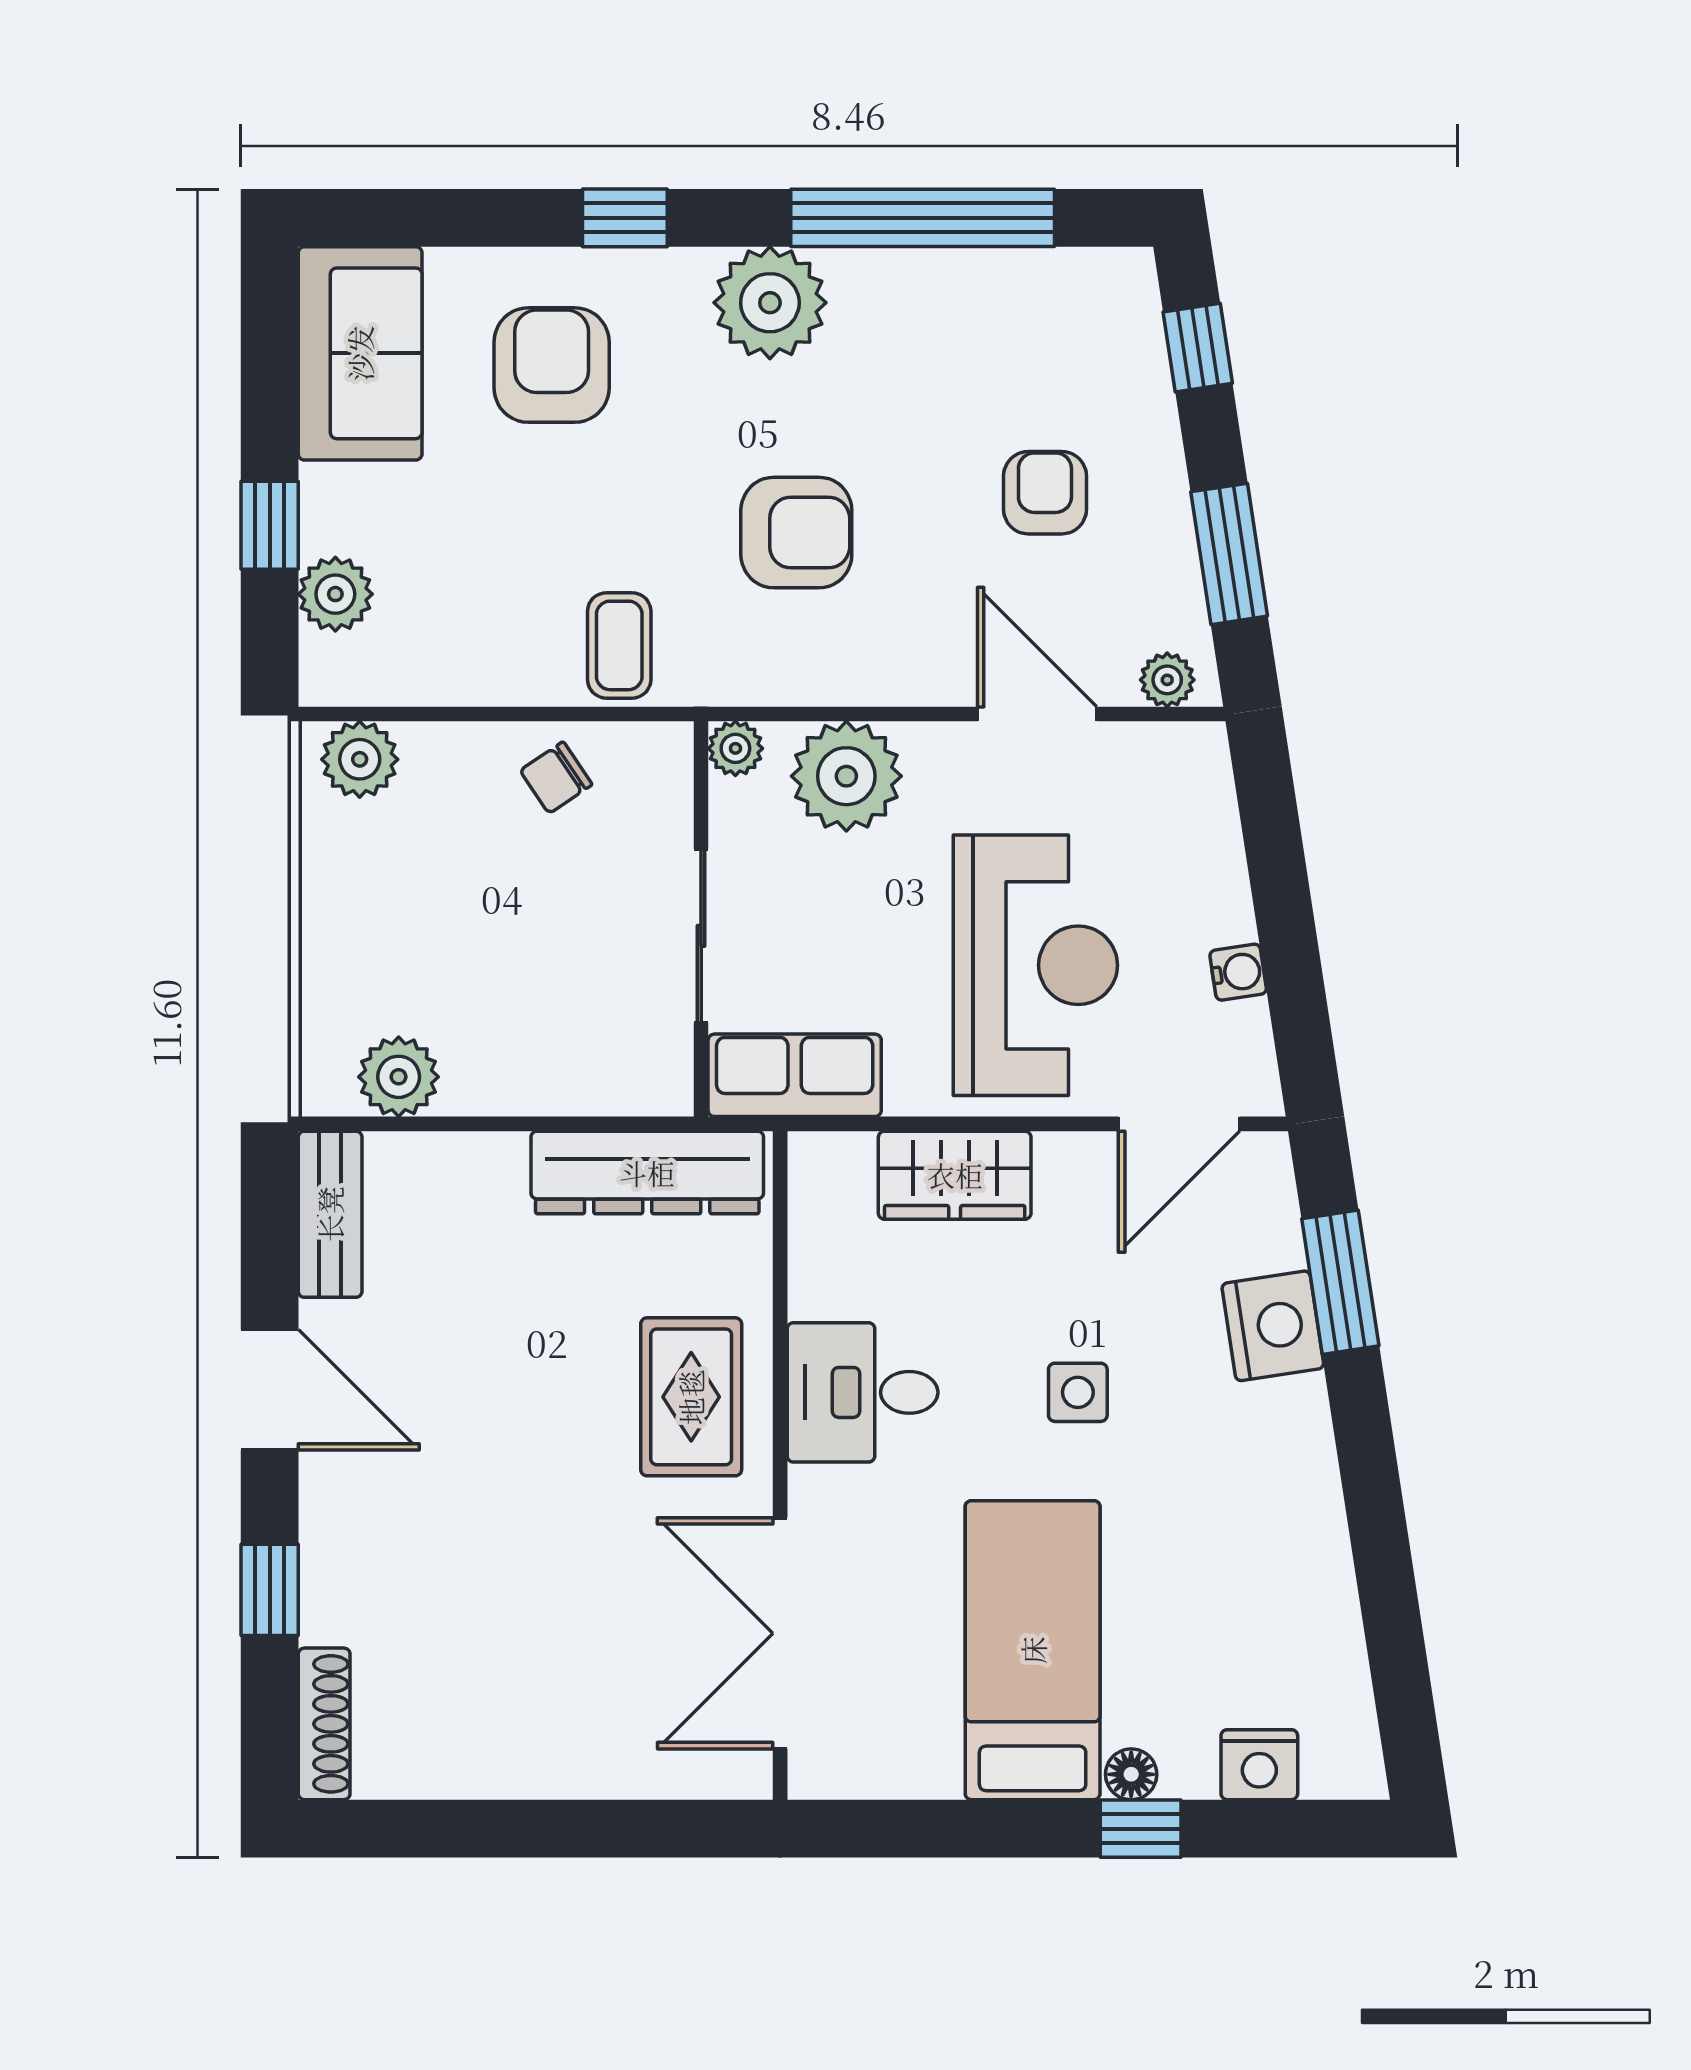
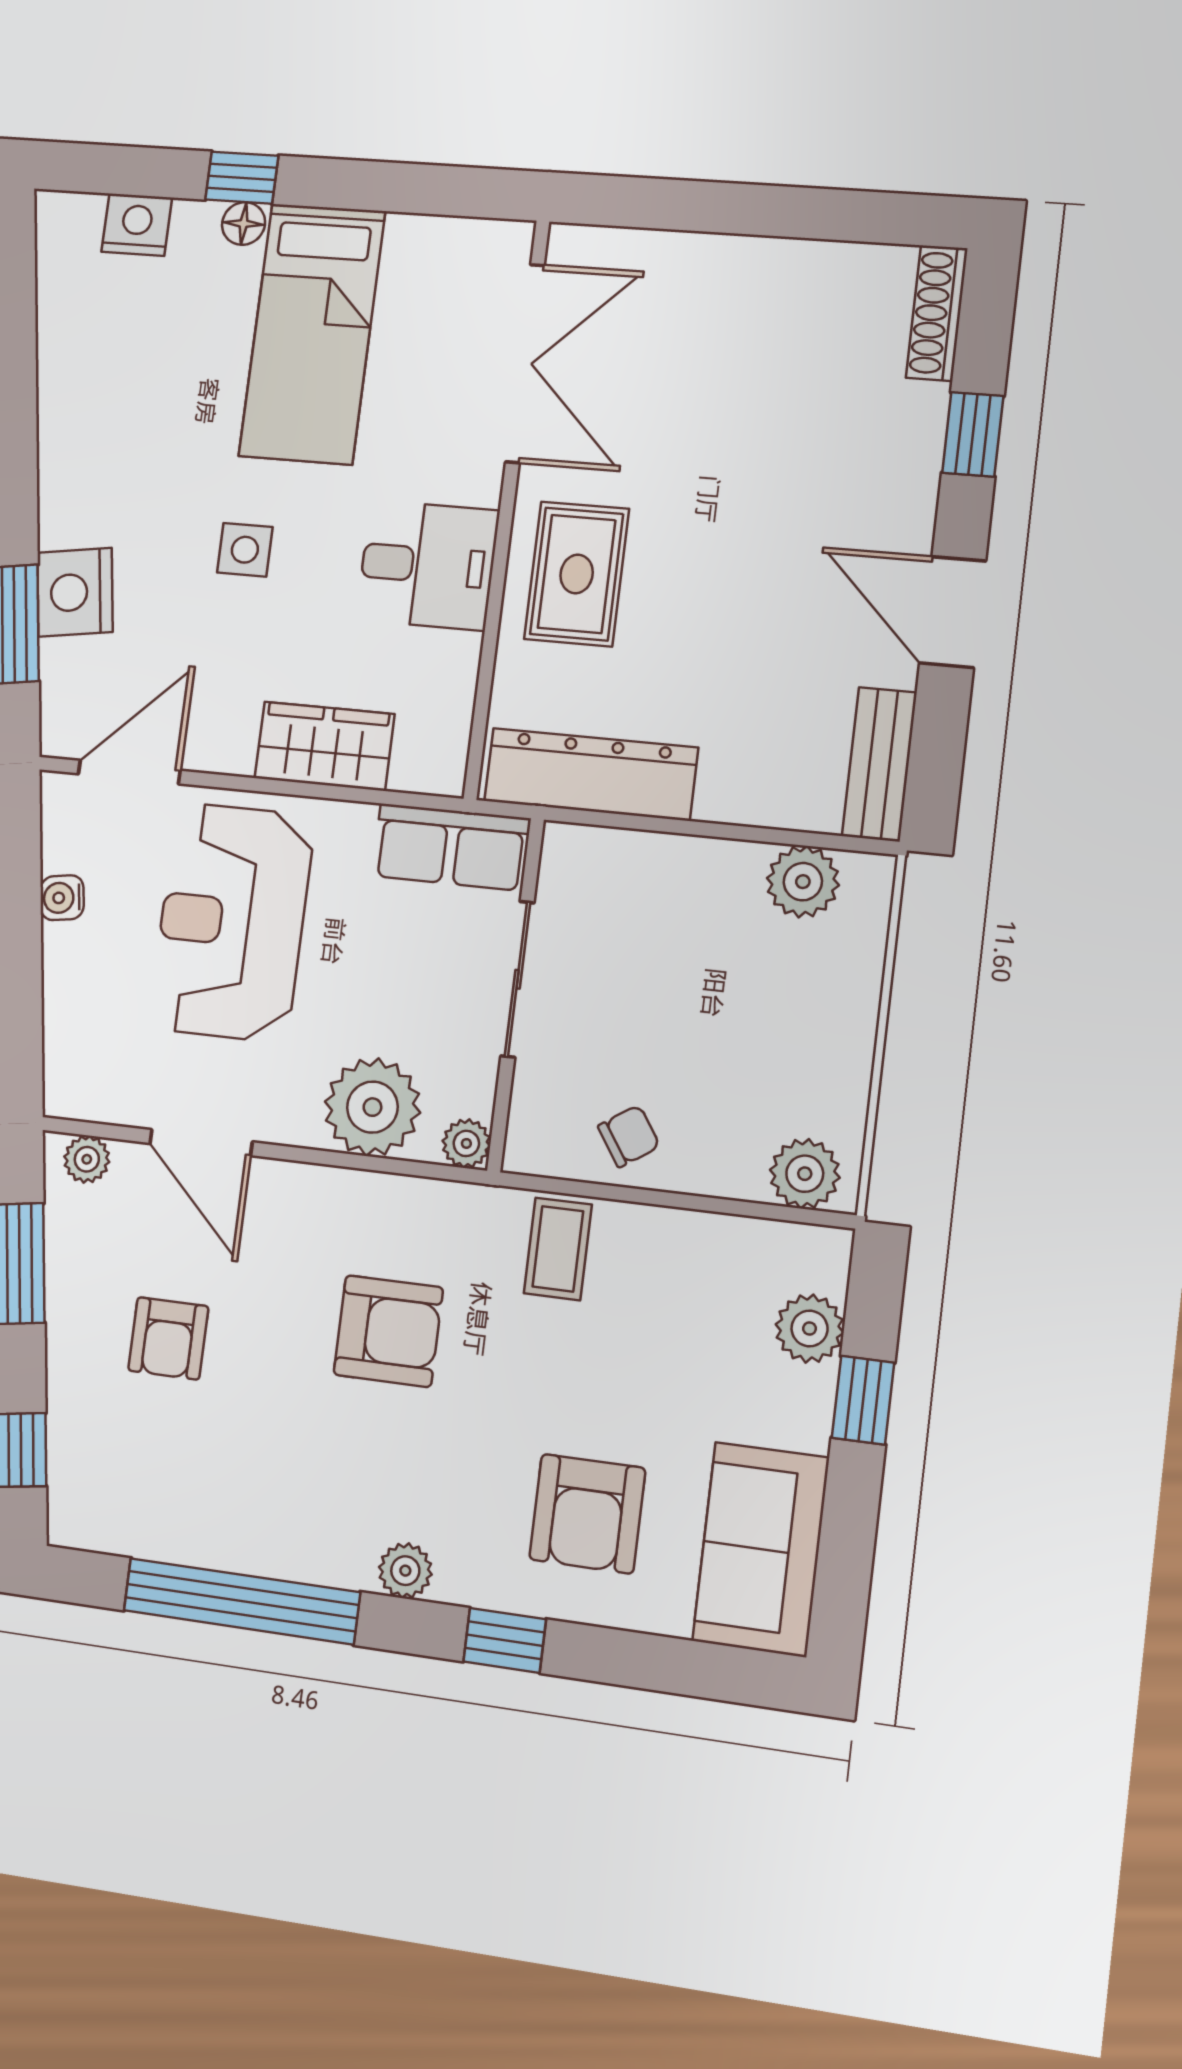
plant: (770, 303) -> (405, 1571), width x0.53, depth x0.53
armchair: (796, 533) -> (388, 1331), turned 180

